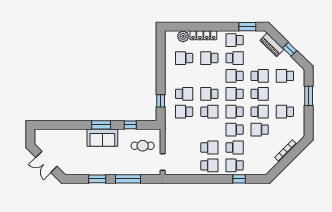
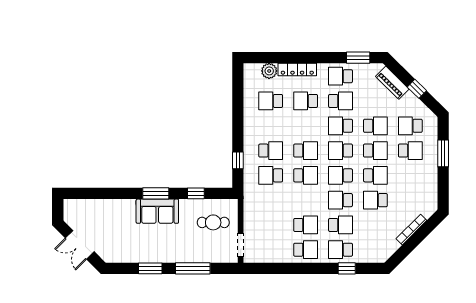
school desk: (209, 94) -> (306, 151), turned 180
school desk: (285, 112) -> (410, 151), moved, turned 180

